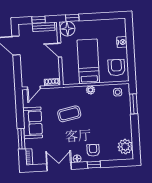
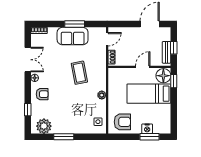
window: (130, 39) -> (149, 137), added
bed: (88, 61) -> (149, 94), moved, turned 180
door: (34, 88) -> (107, 39), swing flipped
window: (134, 104) -> (64, 137), moved
window: (21, 139) -> (75, 24), moved
window: (94, 165) -> (28, 110), moved

